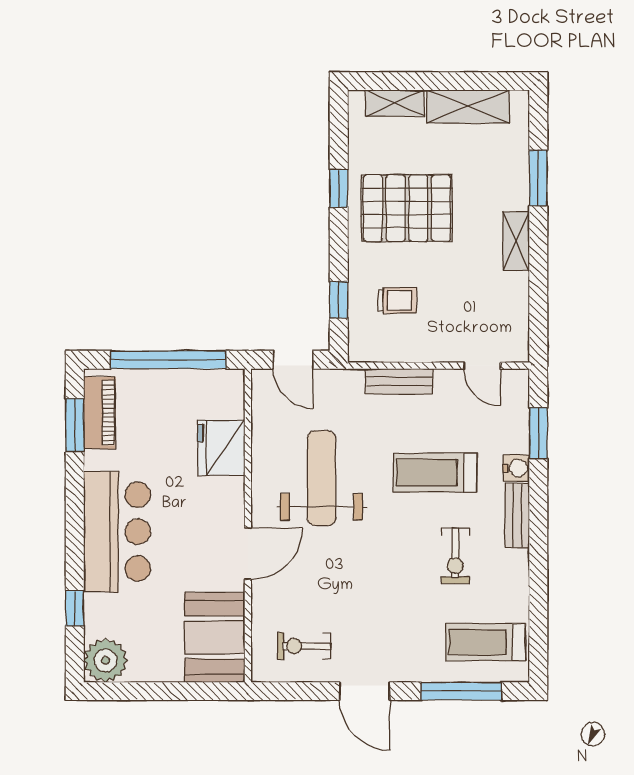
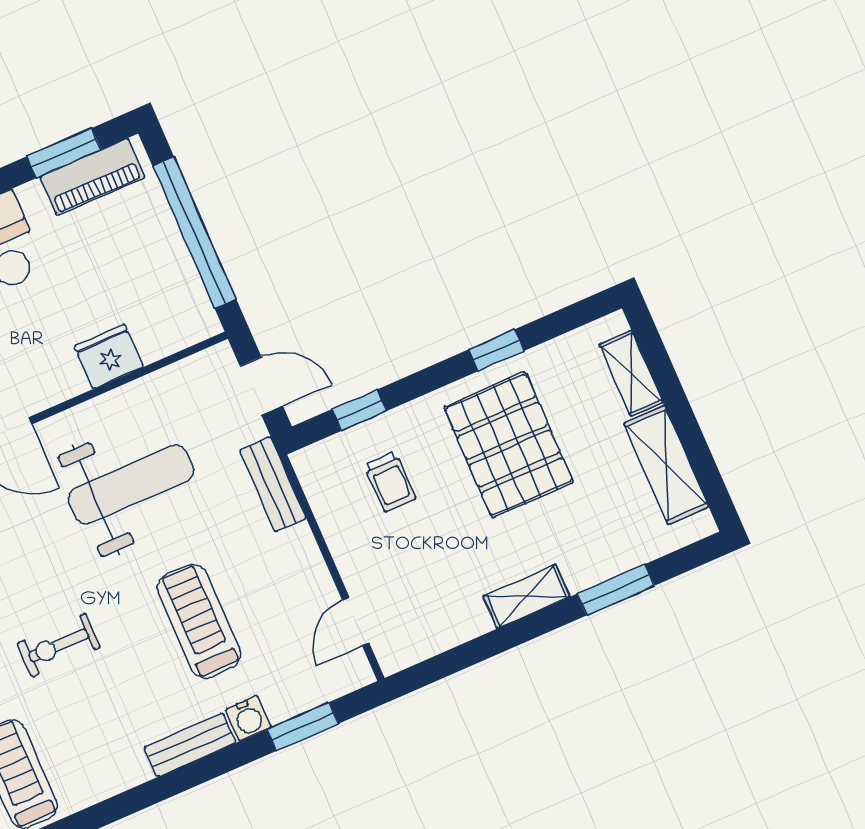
door: (293, 360) -> (261, 386), swing flipped
bench: (399, 381) -> (273, 484), moved
fridge: (221, 448) -> (109, 356), width x0.73, depth x0.75
exercise bike: (455, 556) -> (59, 645), moved

